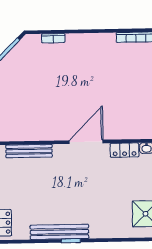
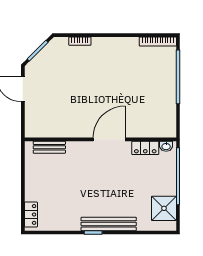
bench: (29, 151) -> (49, 147), width x0.73
bench: (59, 232) -> (109, 224), moved

